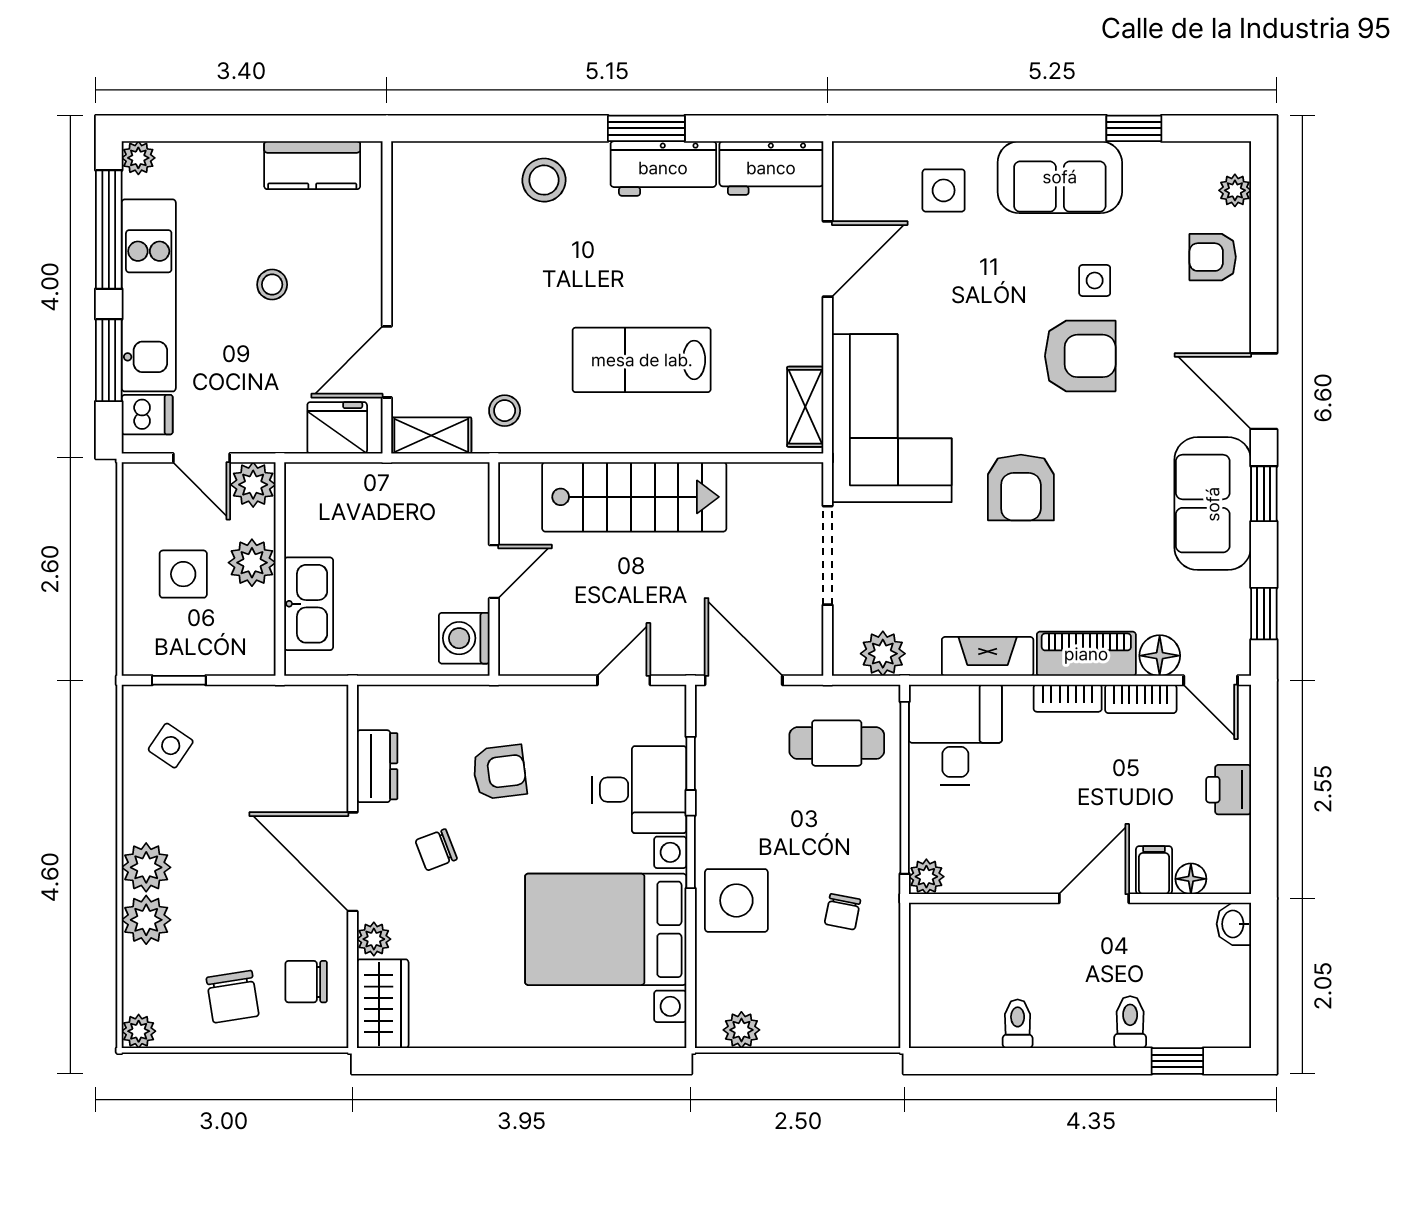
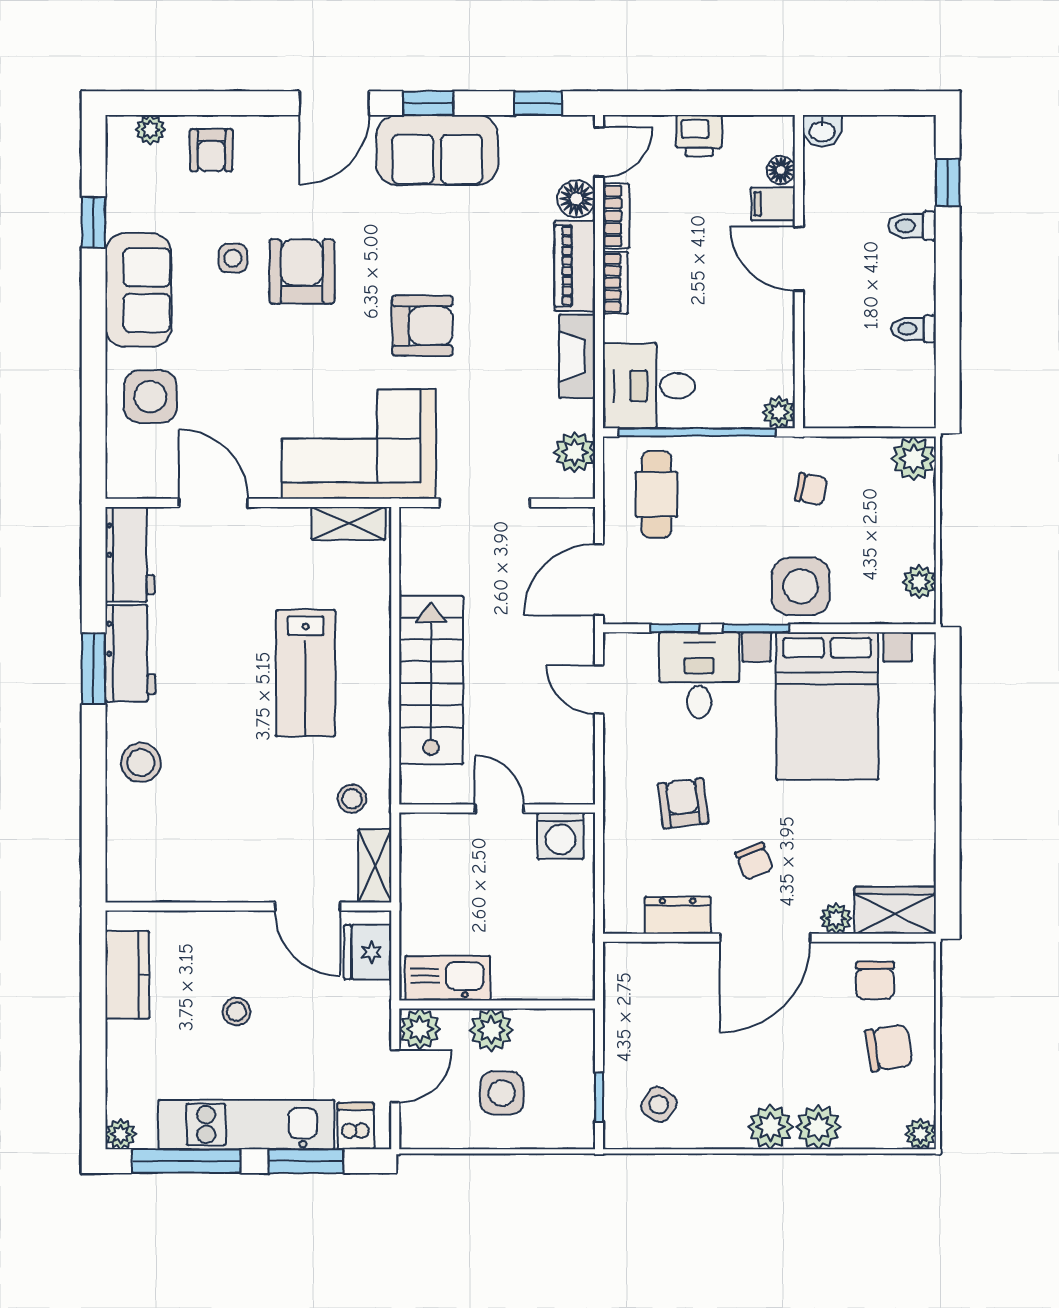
side table: (944, 190) -> (150, 397), width x1.37, depth x1.37
kitchen sink: (309, 604) -> (448, 978), moved
plant: (876, 1024) -> (914, 459), added

